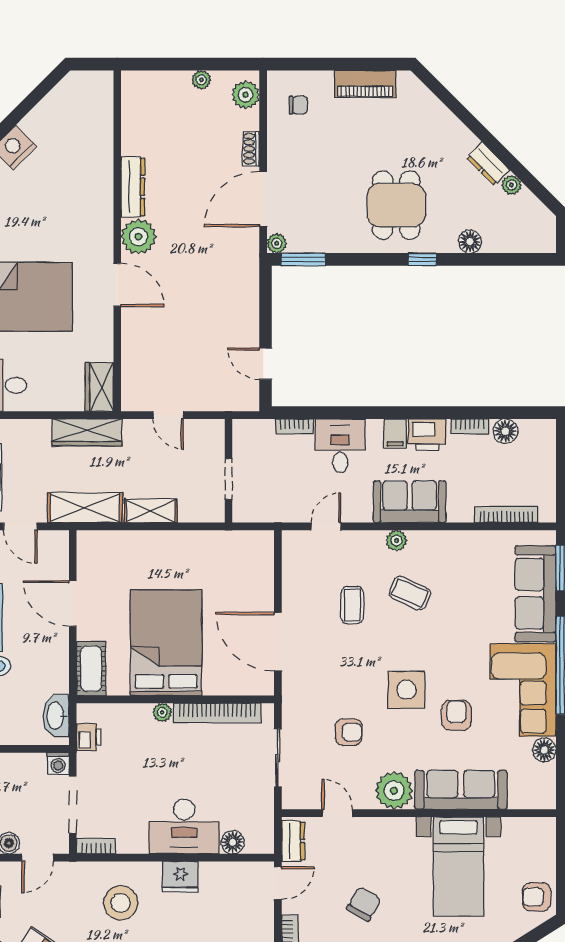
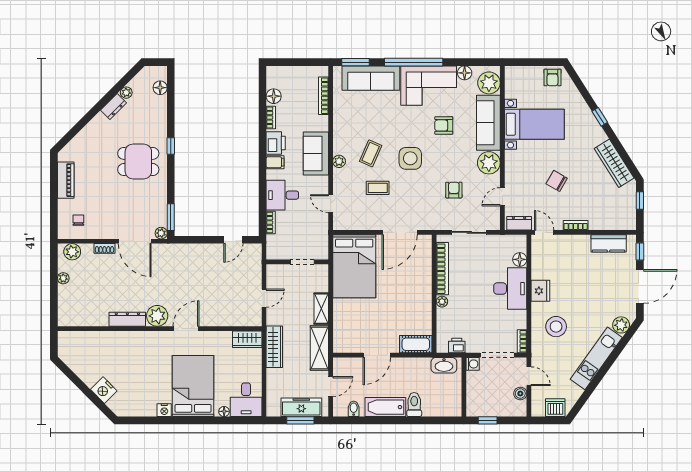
floor lamp: (470, 242) -> (160, 88), moved
bed: (166, 643) -> (354, 266), moved, turned -90
side table: (406, 690) -> (410, 158), moved
plant: (528, 791) -> (489, 83), added

